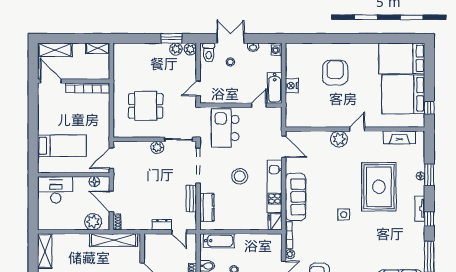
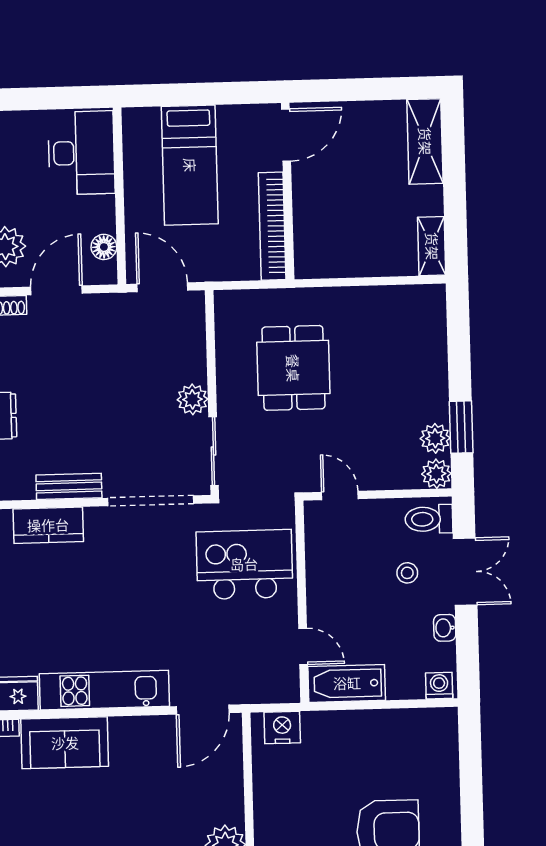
door: (51, 81) -> (286, 135), moved
wall: (74, 81) -> (288, 191), moved
nightstand: (292, 86) -> (282, 728), moved
bookcase: (88, 88) -> (272, 226), moved
stool: (240, 176) -> (127, 604), removed
sofa: (296, 197) -> (65, 743), width x0.73

